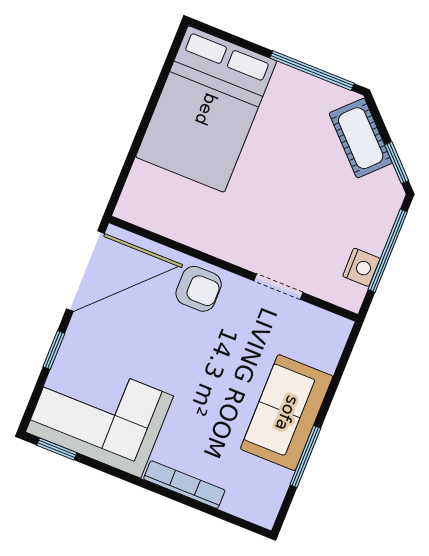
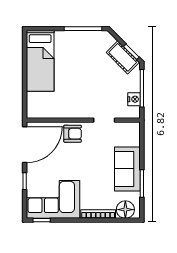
bed: (206, 109) -> (40, 61), width x0.67
cot: (361, 138) -> (123, 57), moved
floor lamp: (247, 499) -> (125, 210), added

